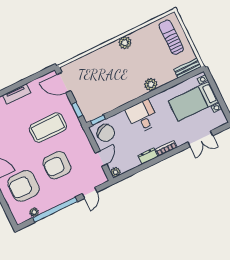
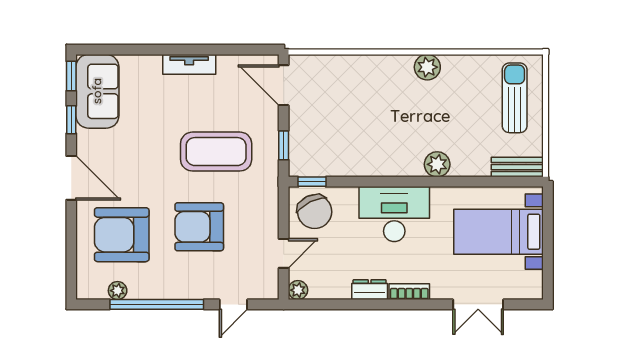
desk: (142, 116) -> (394, 214), width x1.37

